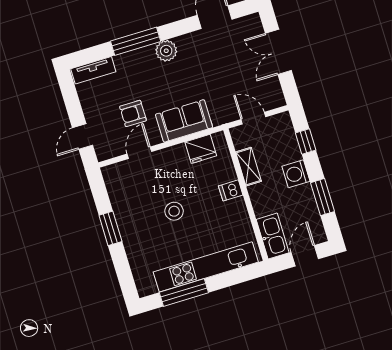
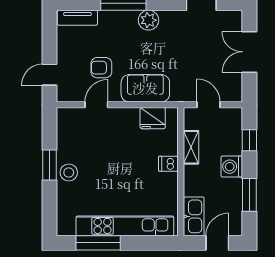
stool: (174, 211) -> (69, 172), moved

